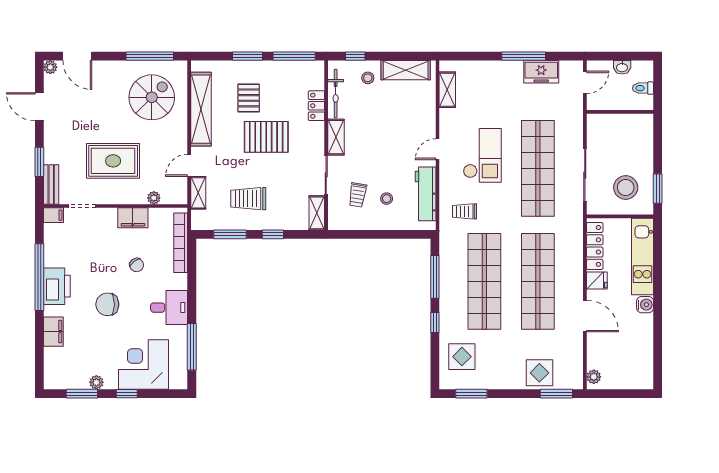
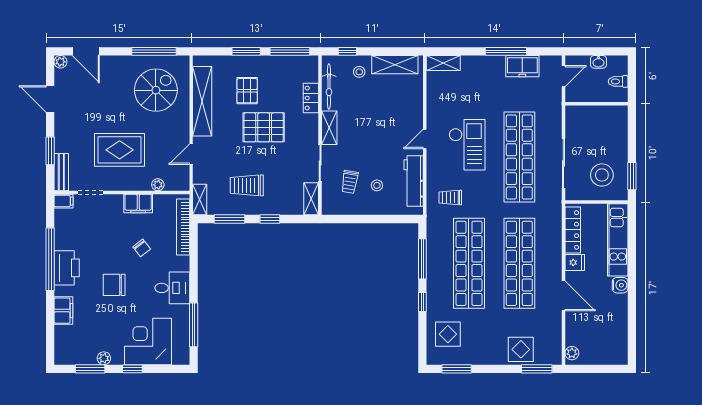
shelving: (447, 90) -> (443, 63), moved, turned 90
shelving: (198, 193) -> (200, 200), moved

